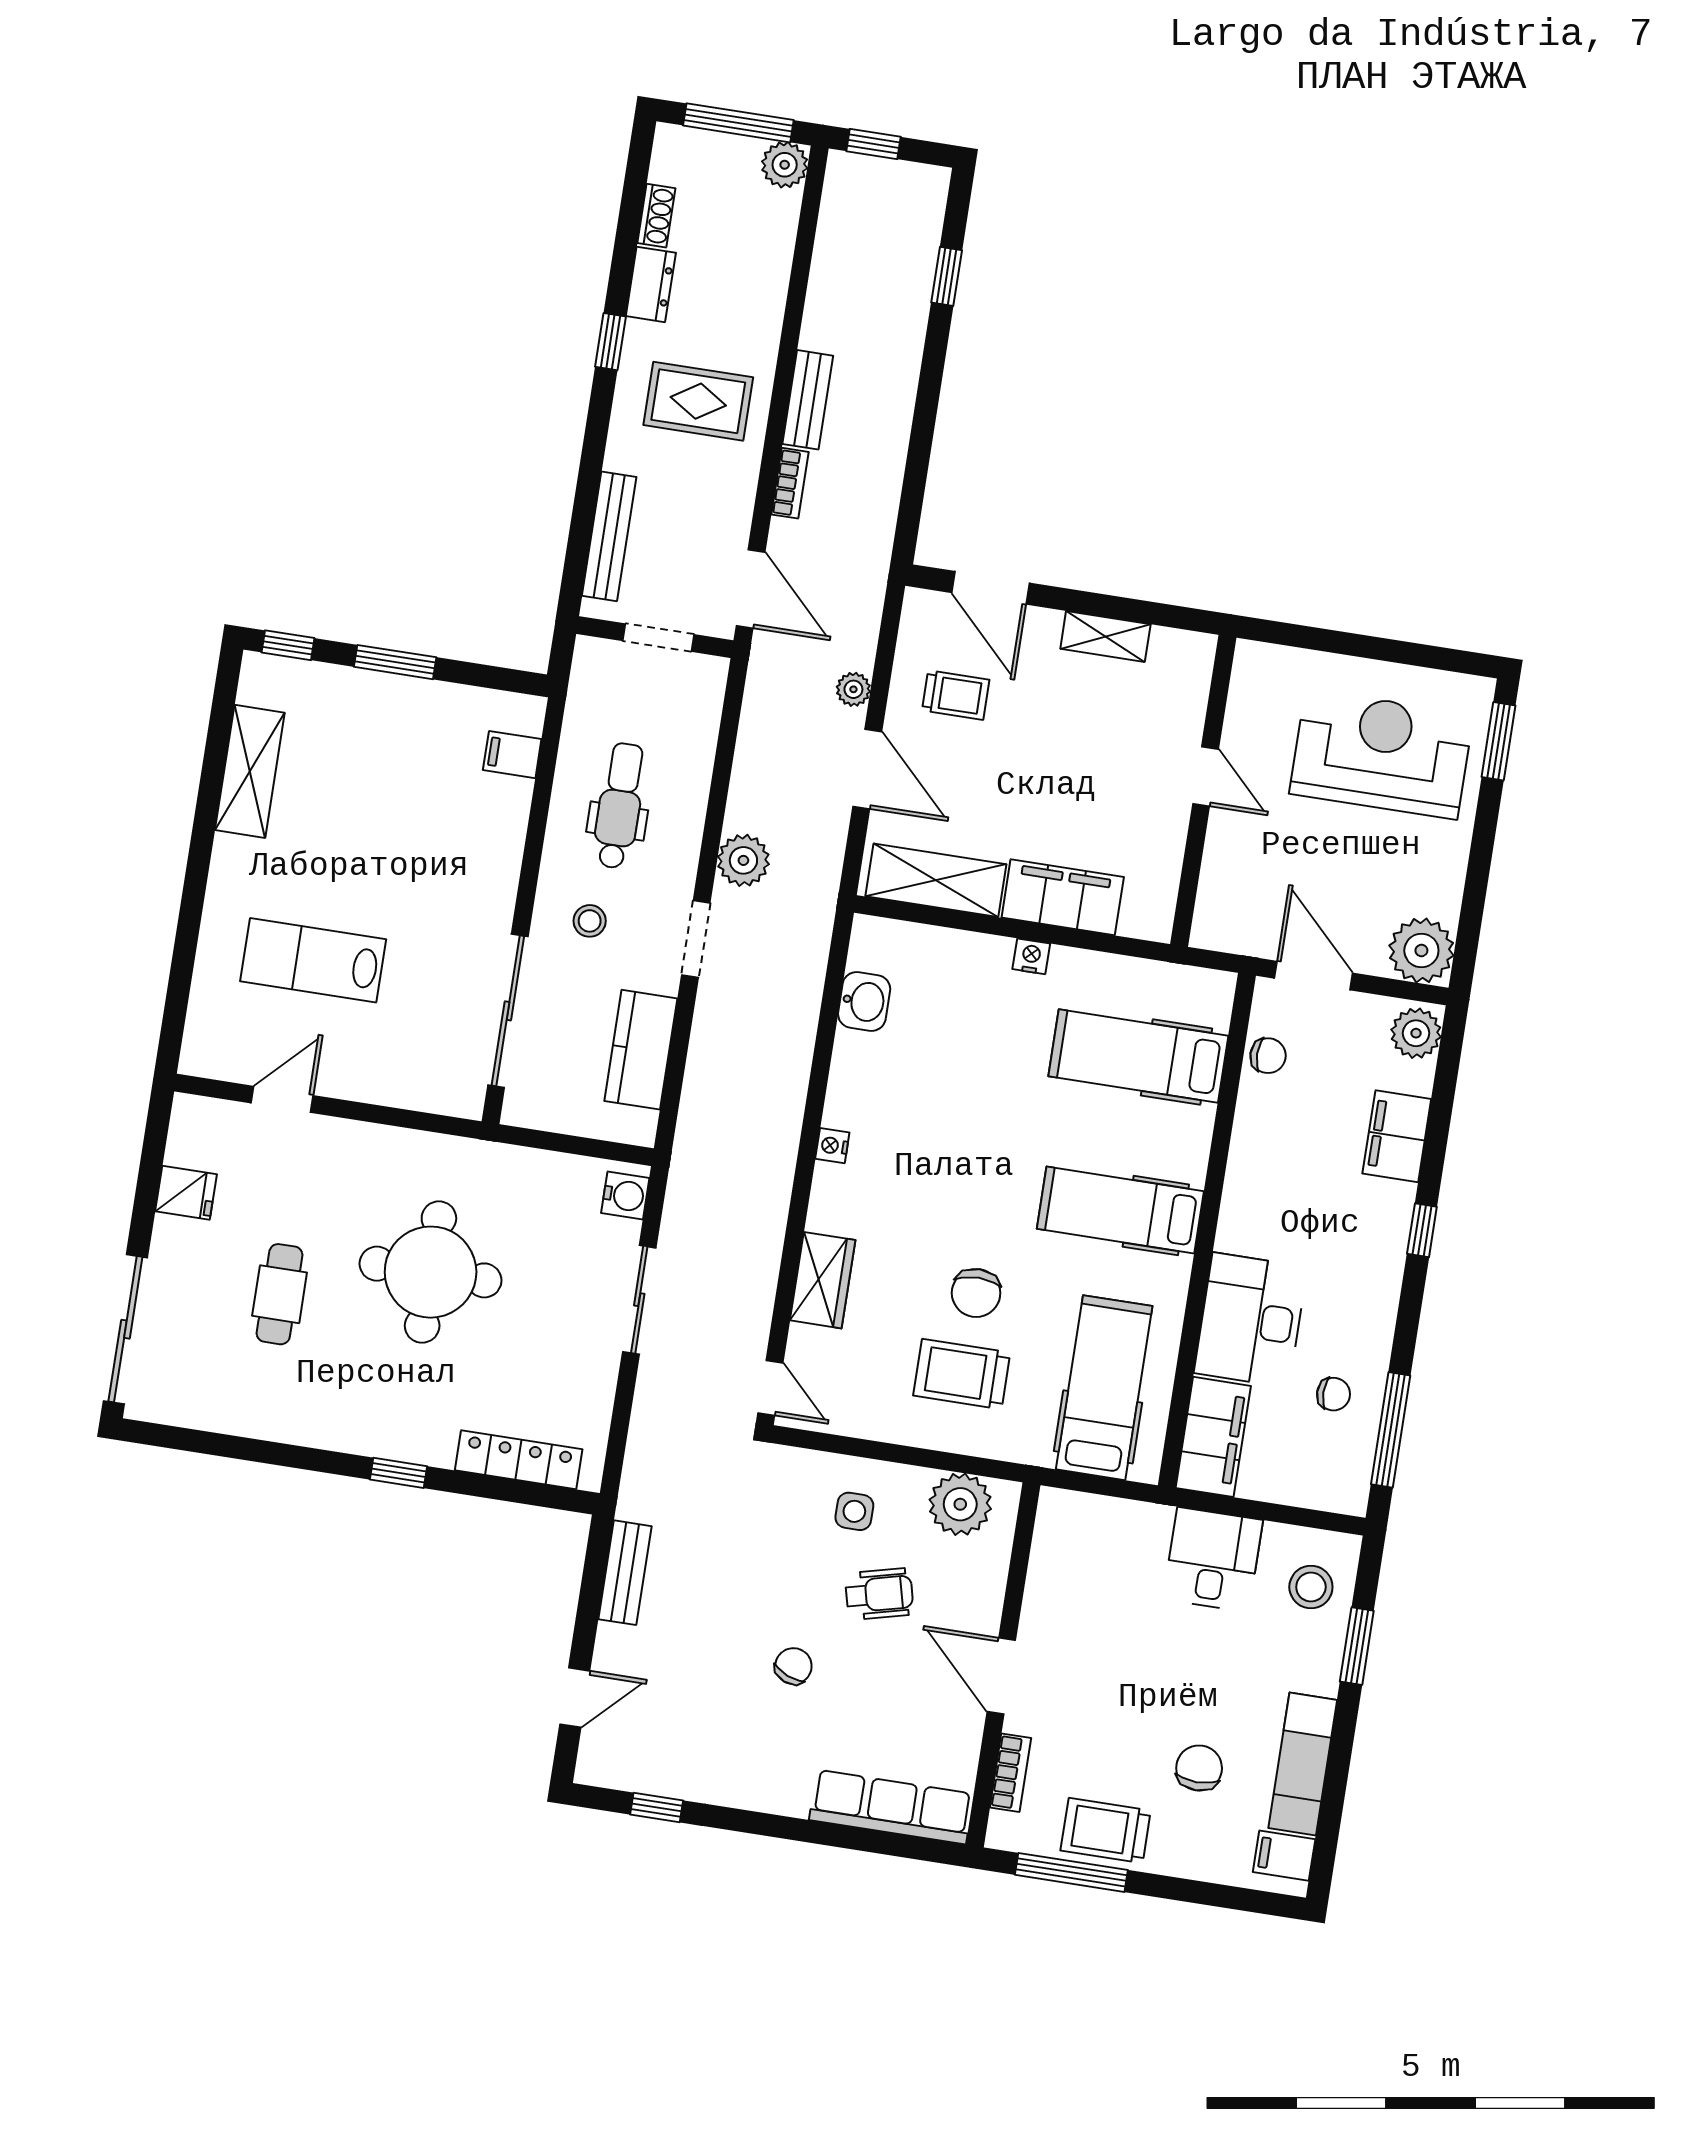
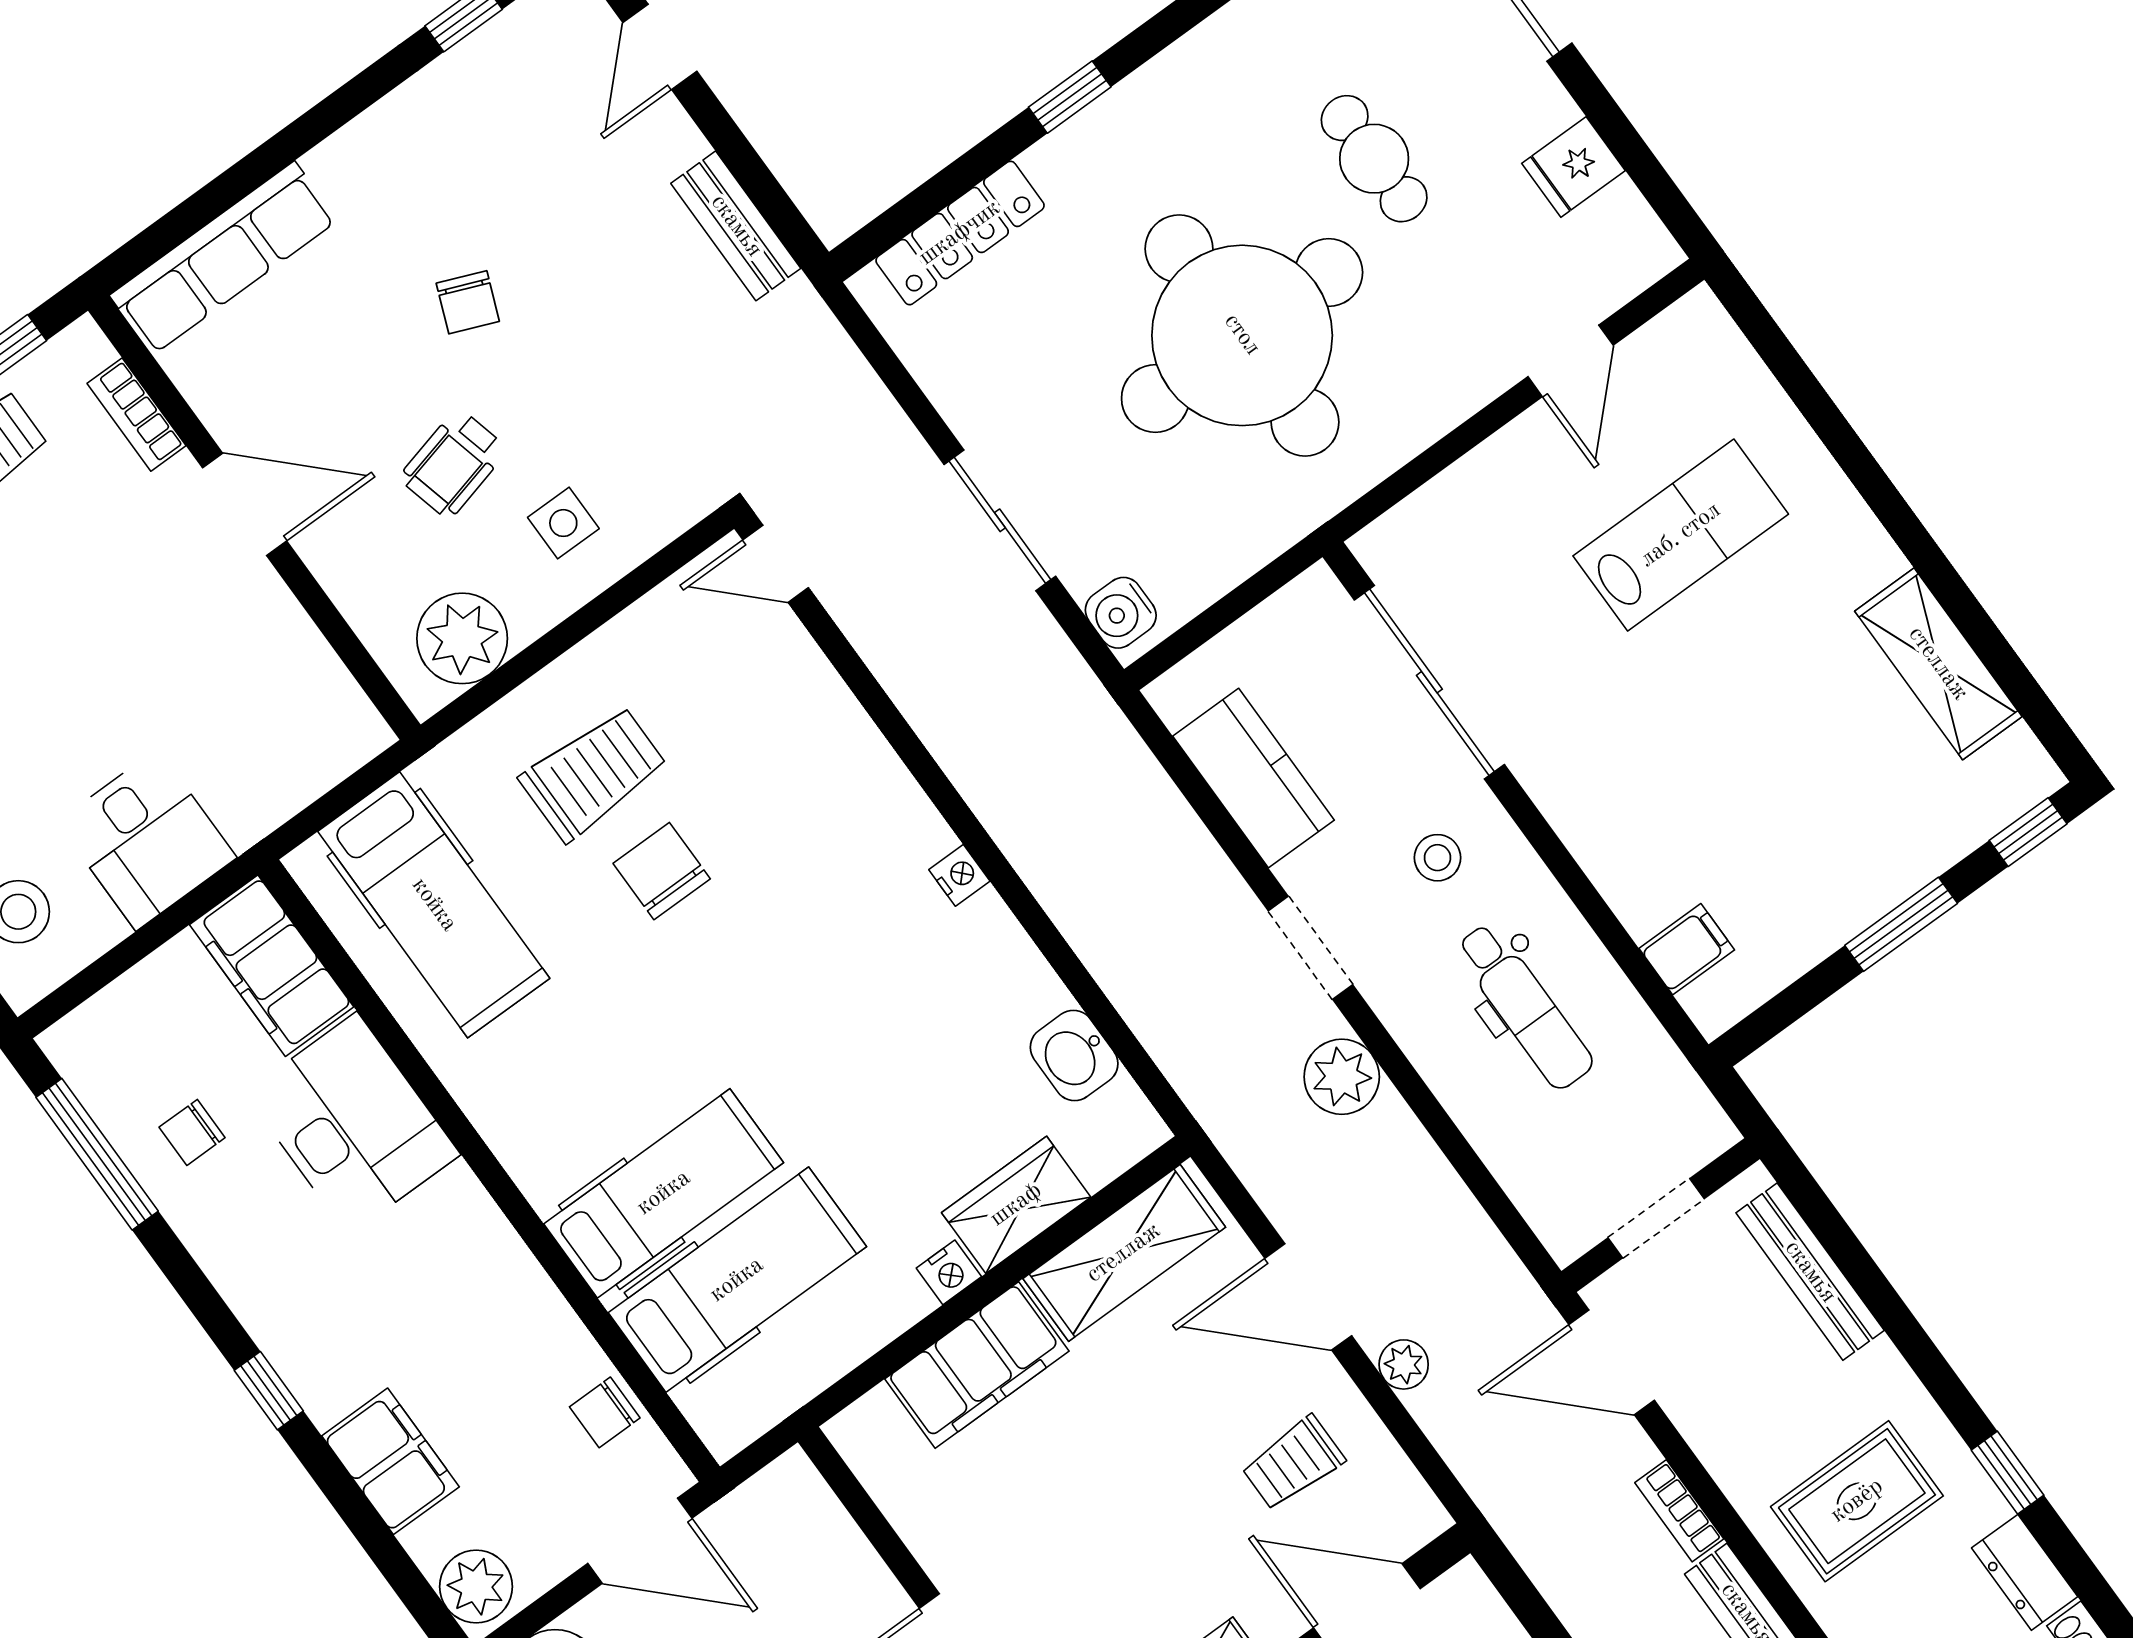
hospital bed: (1120, 1210) -> (664, 1193), moved
round table: (431, 1272) -> (1242, 335), width x1.36, depth x1.36
wardrobe: (823, 1280) -> (1016, 1205), moved, turned 90

